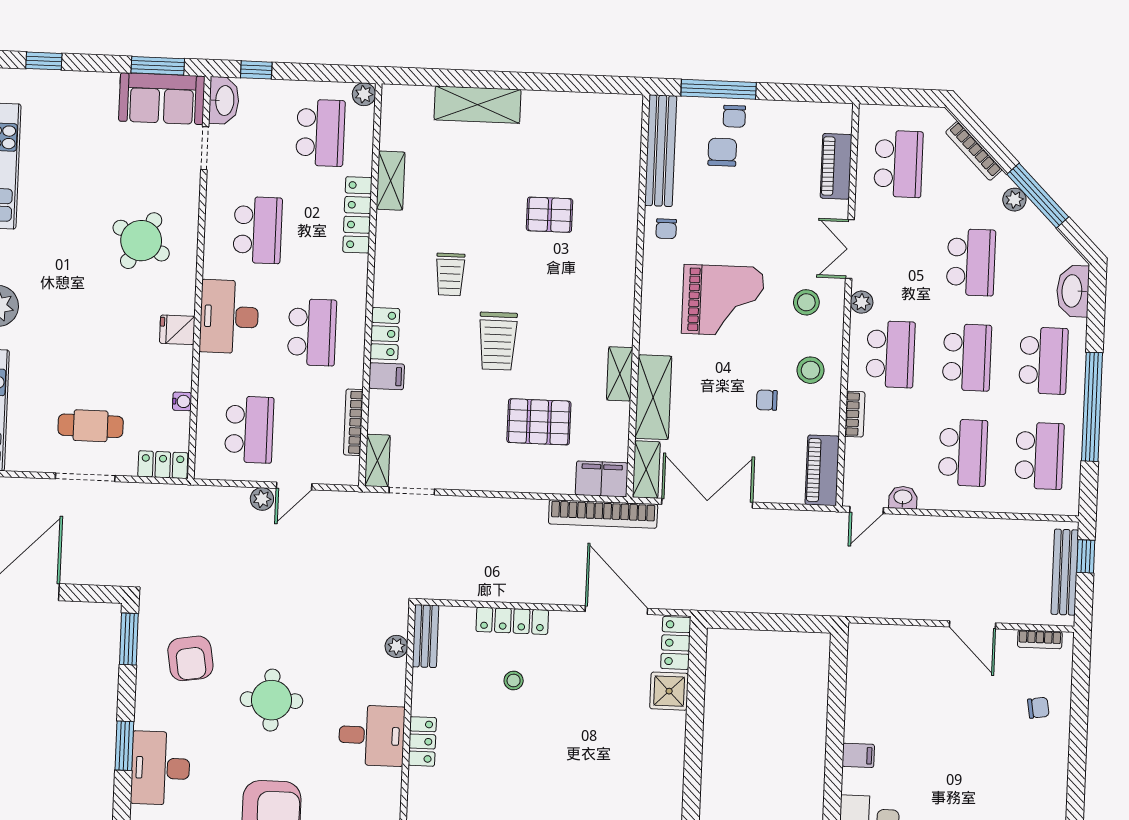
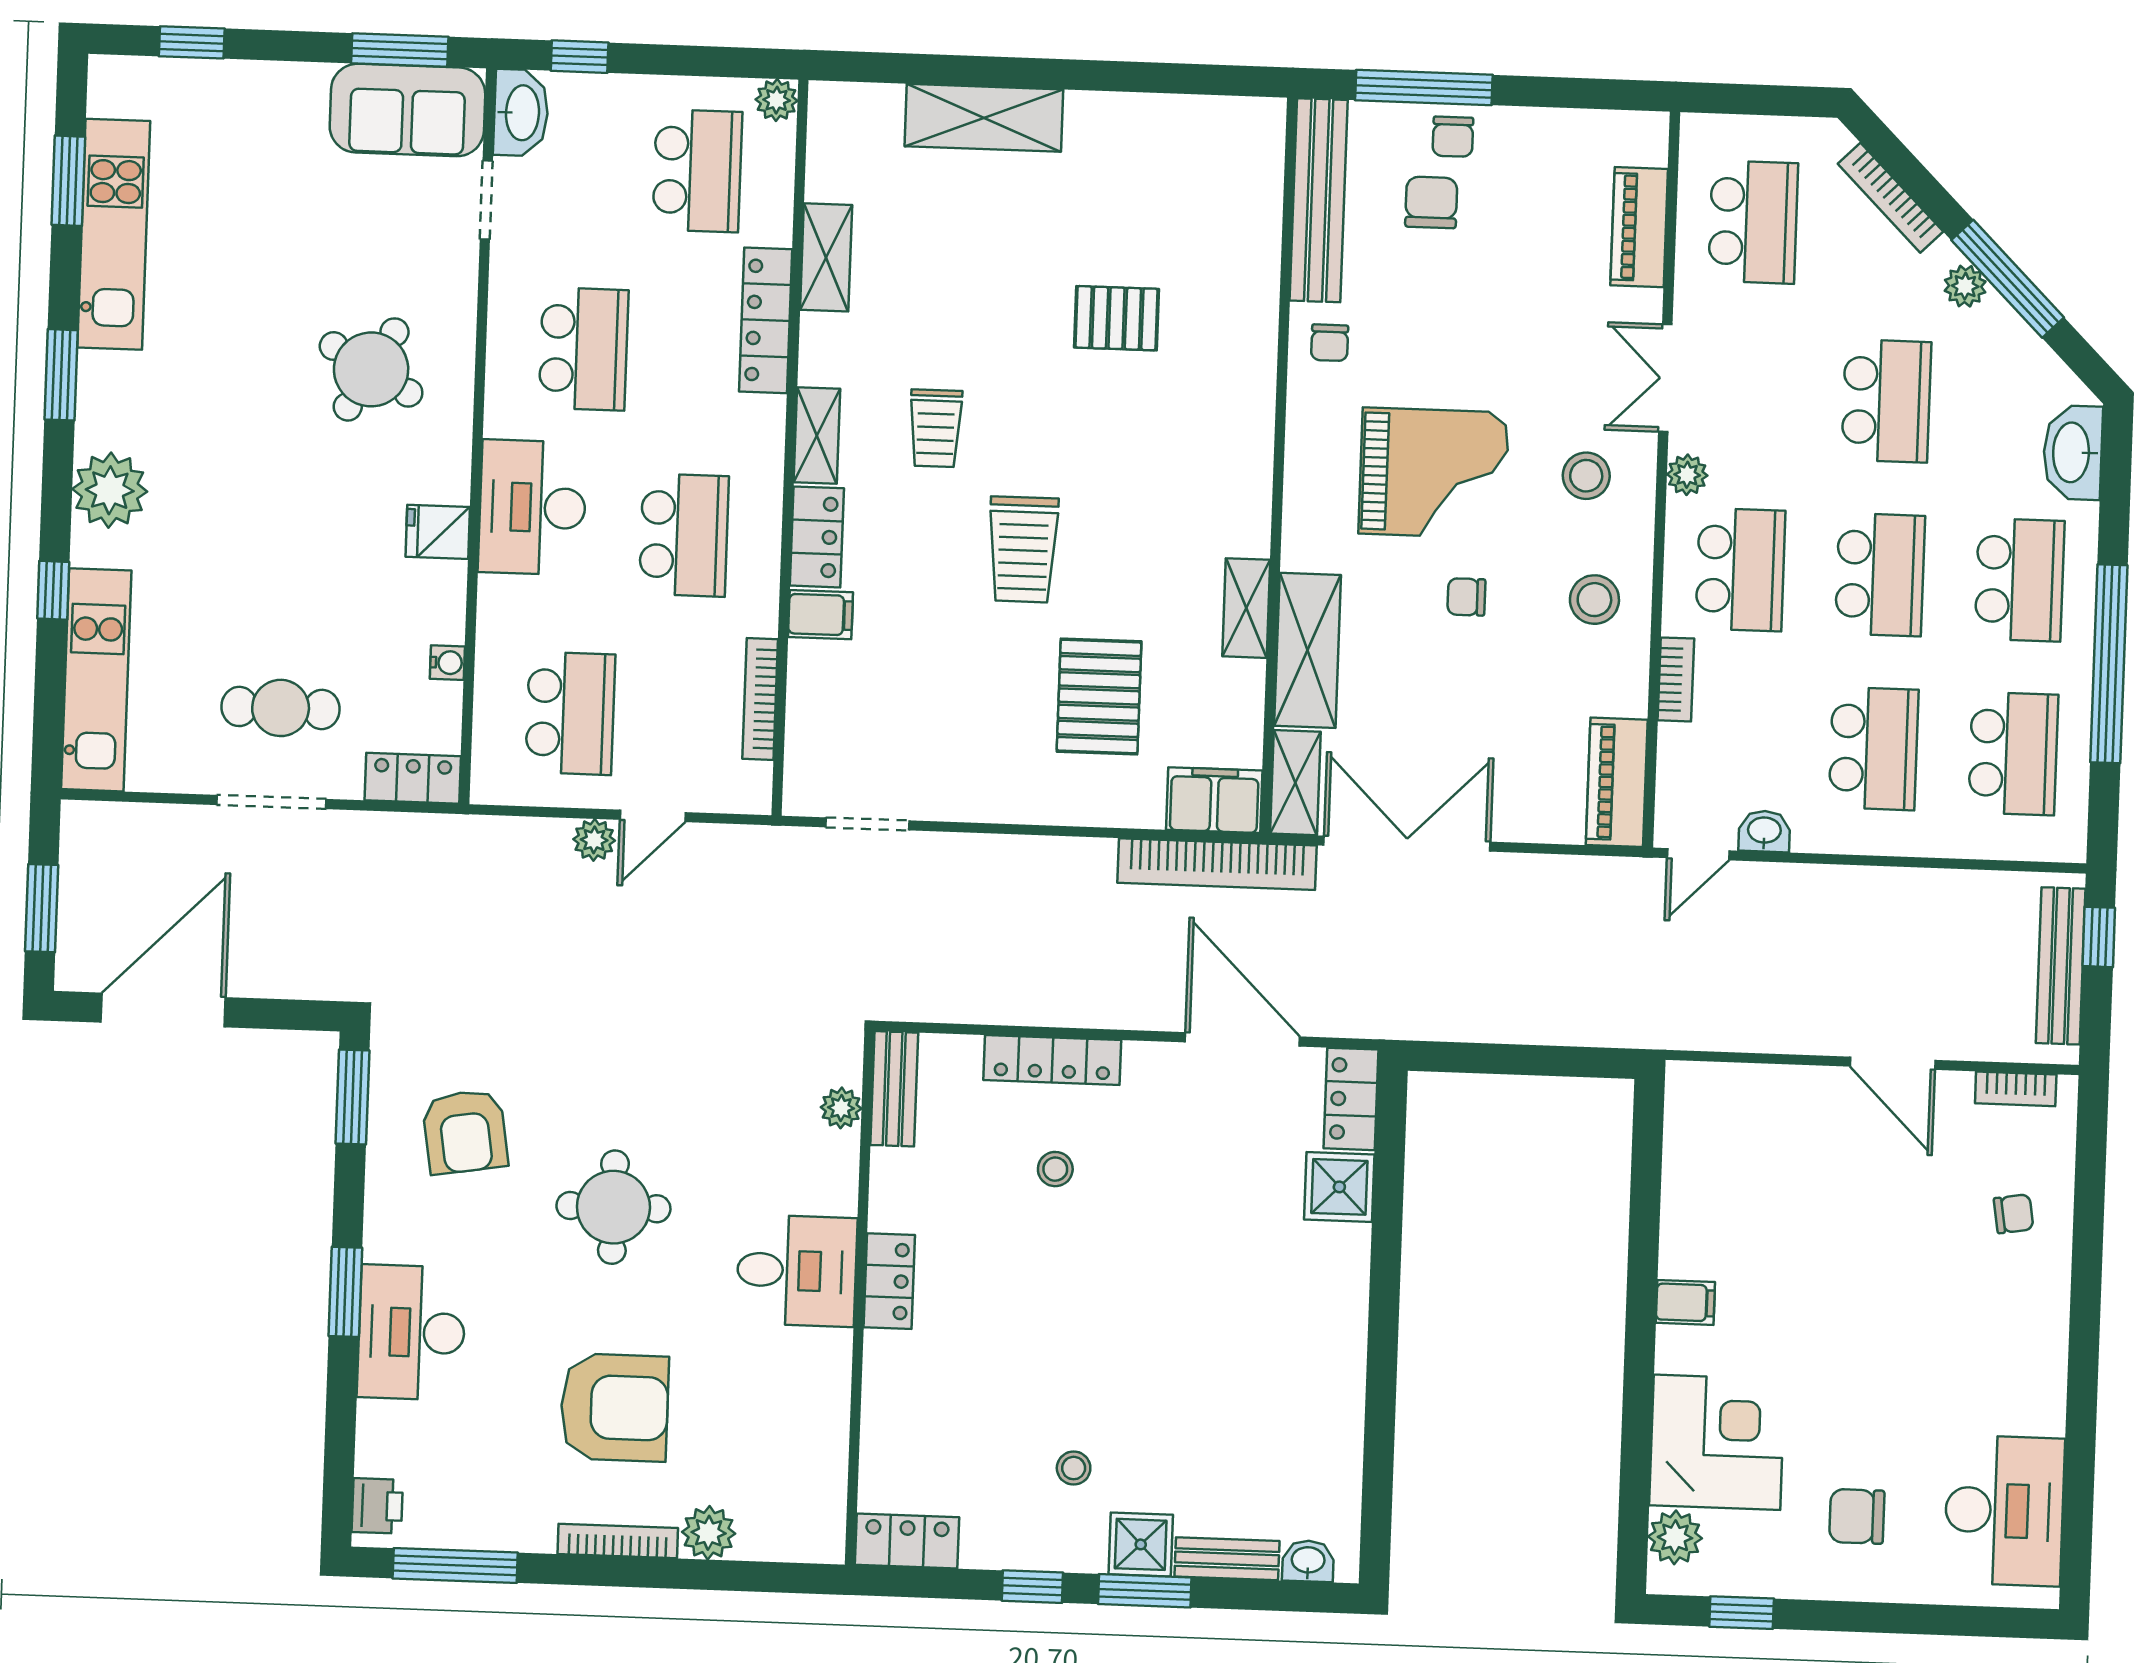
chair: (767, 400) -> (1466, 597), moved
pallet: (539, 422) -> (1099, 696), turned 90
shelving: (377, 461) -> (817, 435), moved

